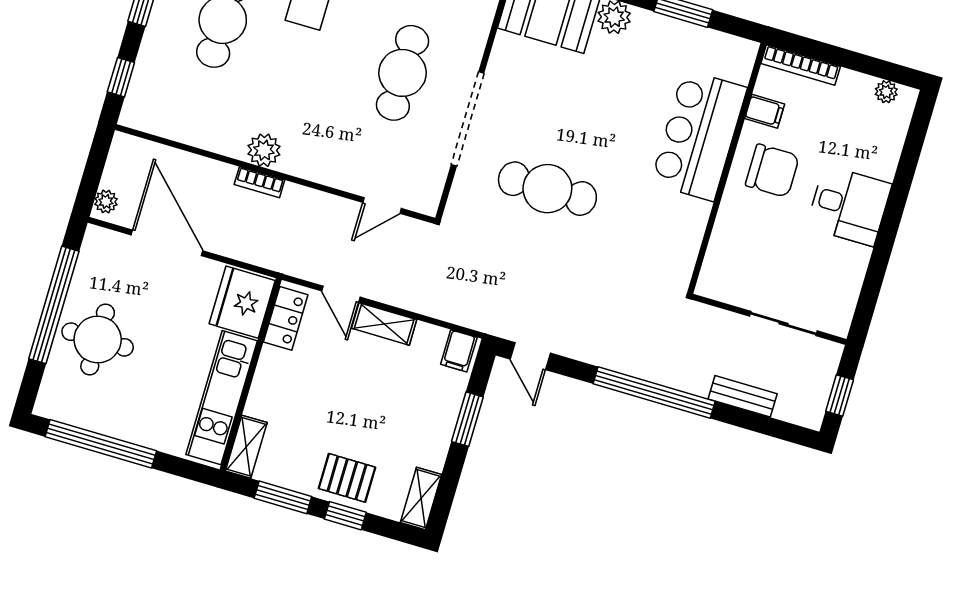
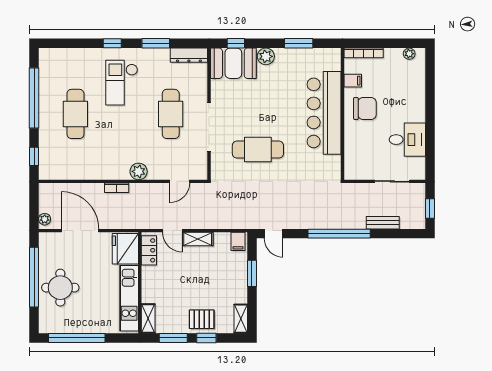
bar counter: (699, 135) -> (324, 113), width x1.36
plant: (264, 150) -> (139, 171), moved
desk: (849, 206) -> (407, 140), moved

